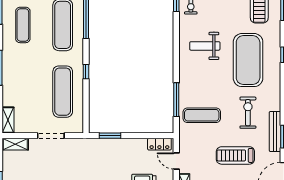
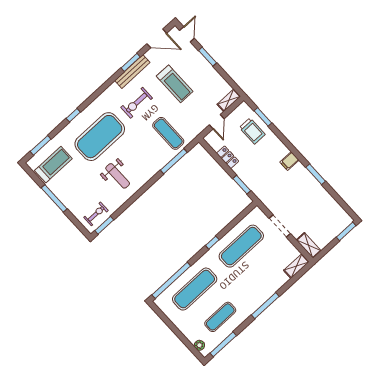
locker: (159, 144) -> (228, 157), moved

